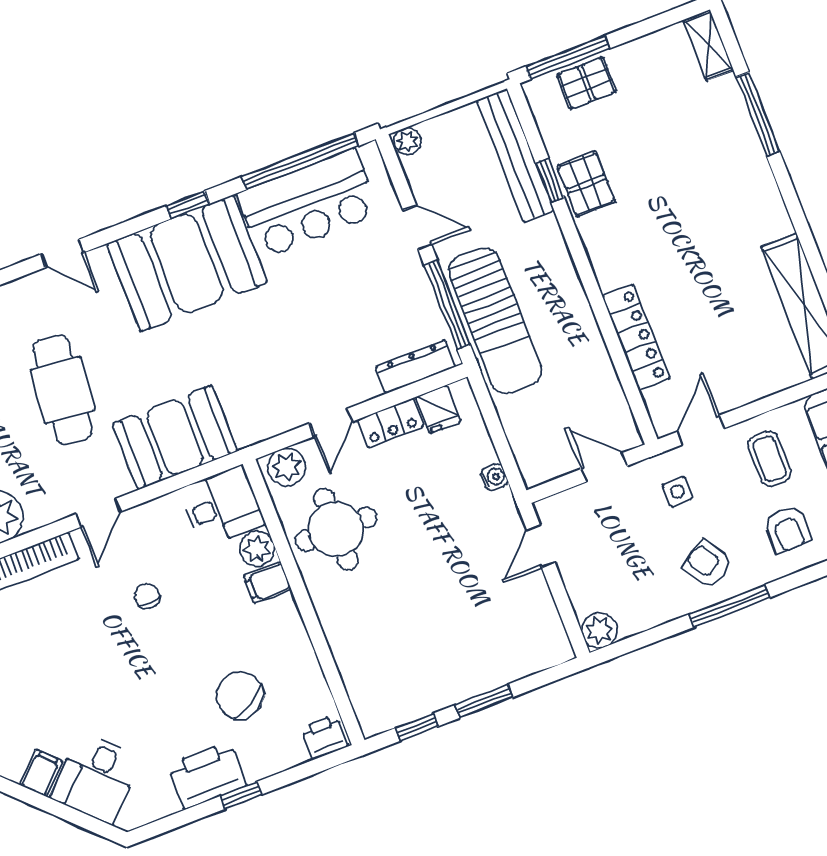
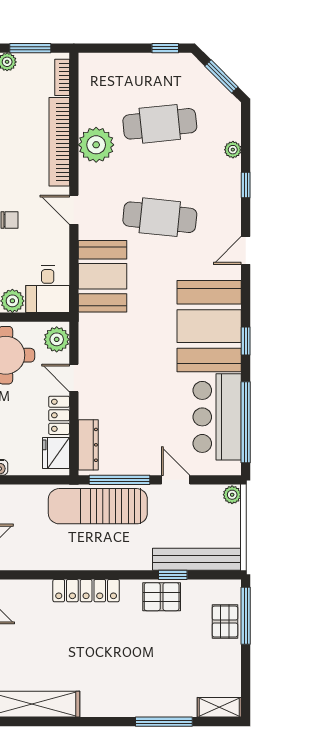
door: (417, 227) -> (176, 480), swing flipped
locker: (636, 337) -> (86, 591), moved
fridge: (438, 409) -> (56, 453), width x1.38

